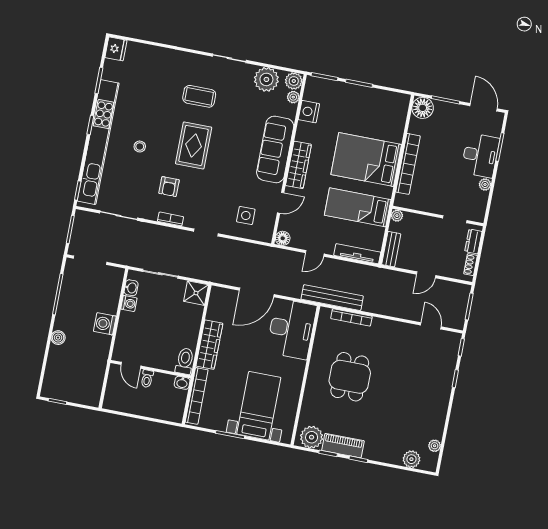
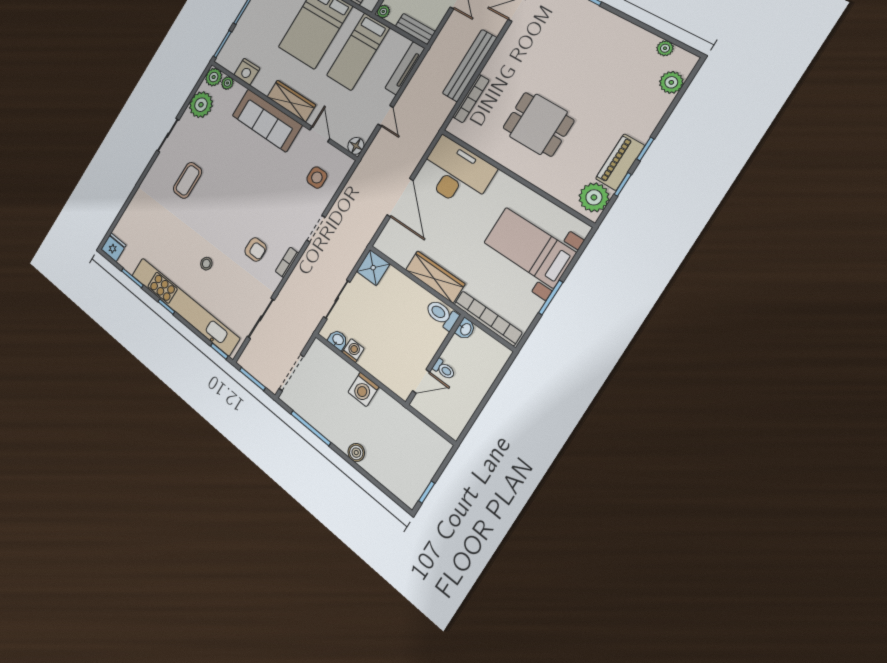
rug: (194, 145) -> (228, 206), removed
bench: (332, 298) -> (470, 66), moved

